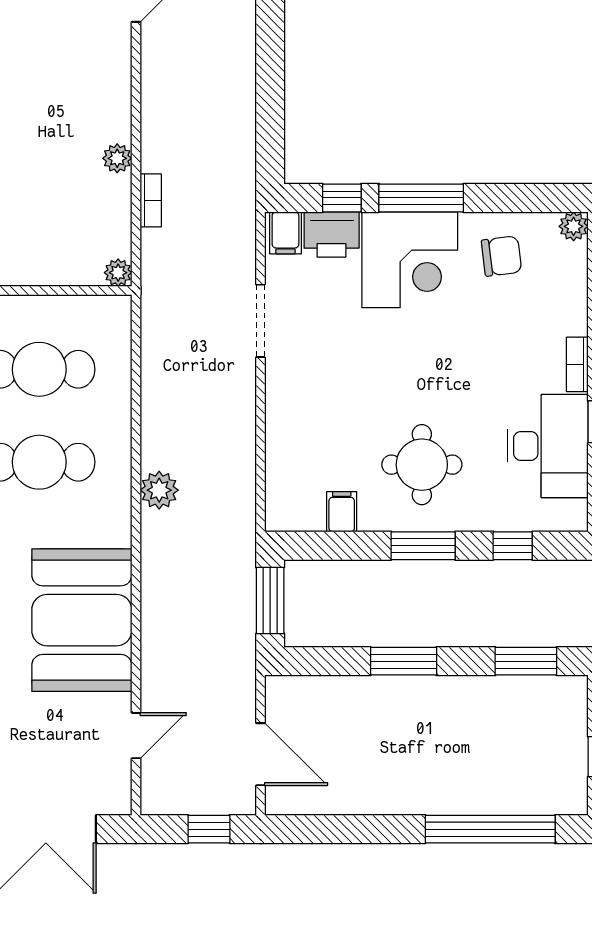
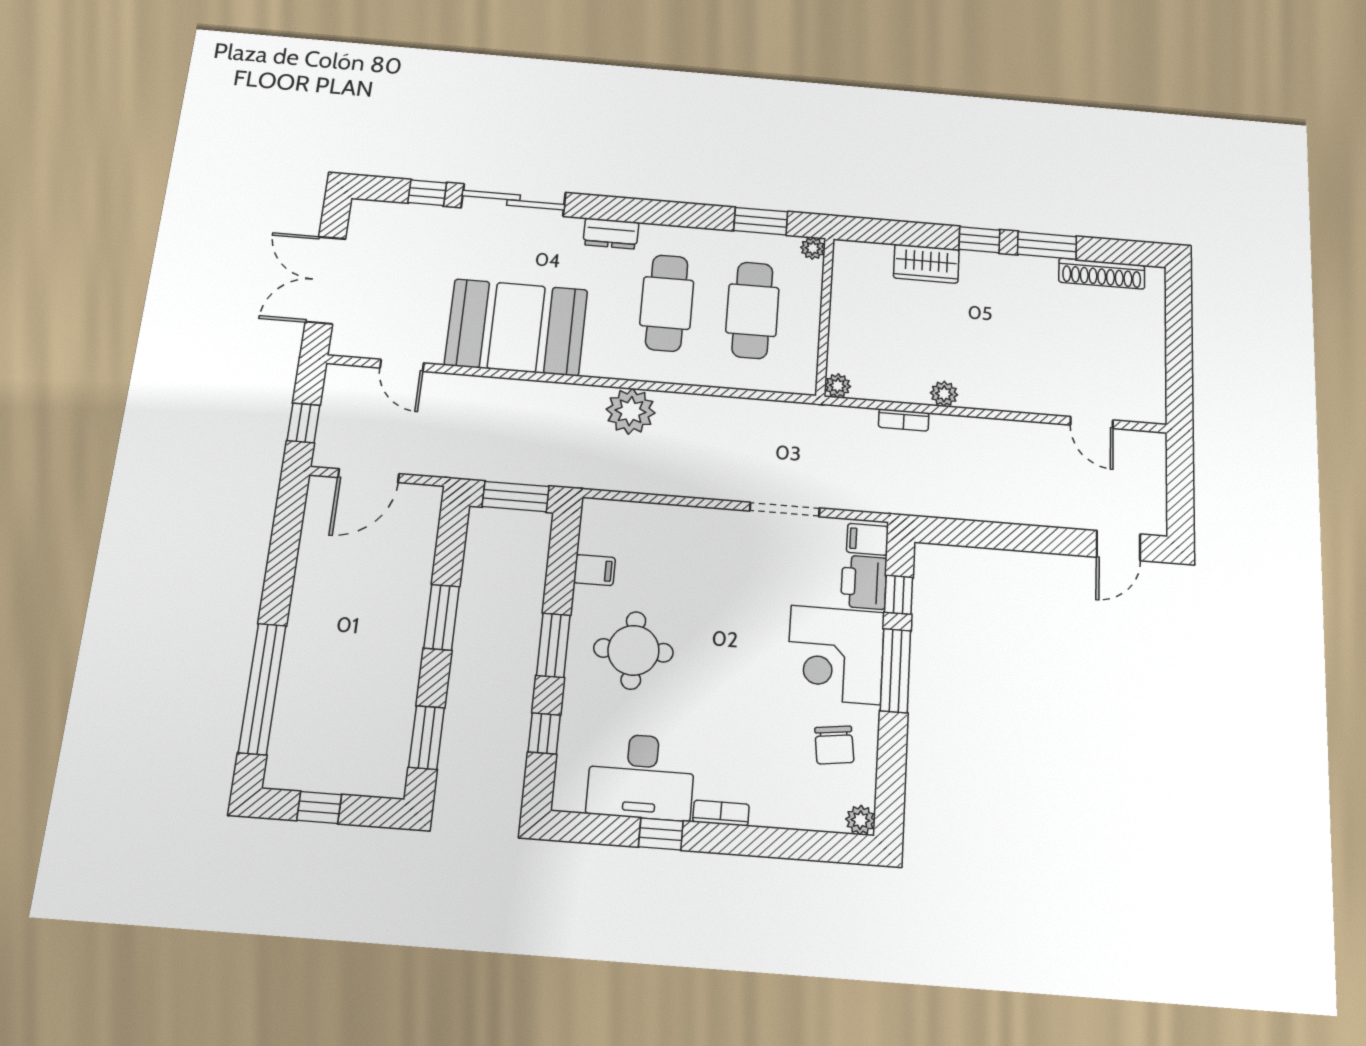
plant: (159, 490) -> (631, 411), width x1.36, depth x1.36

